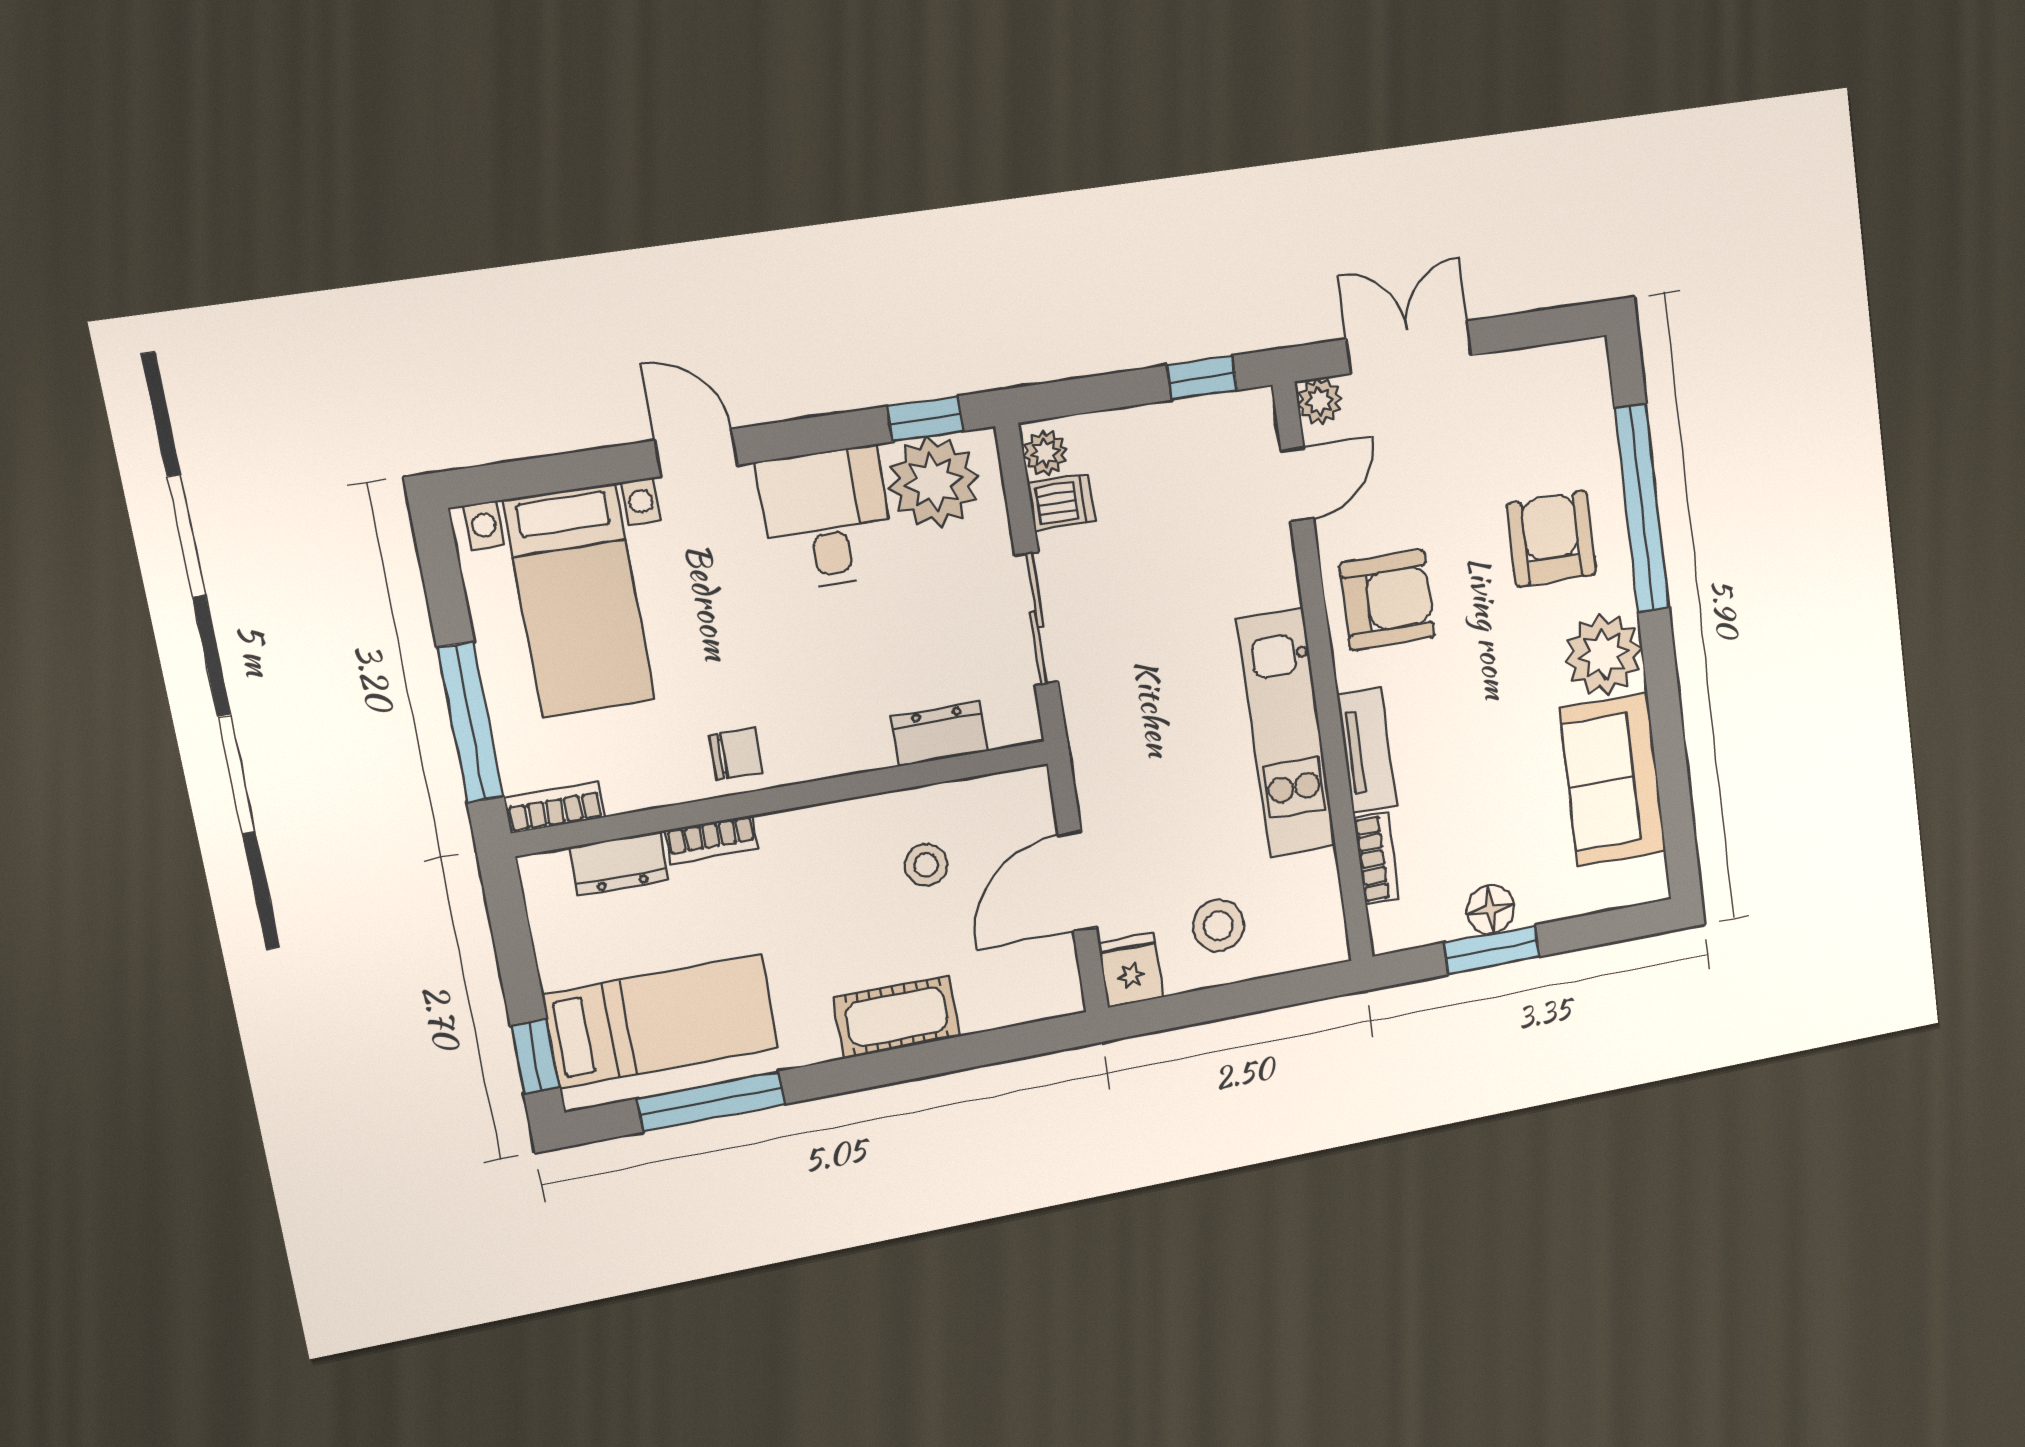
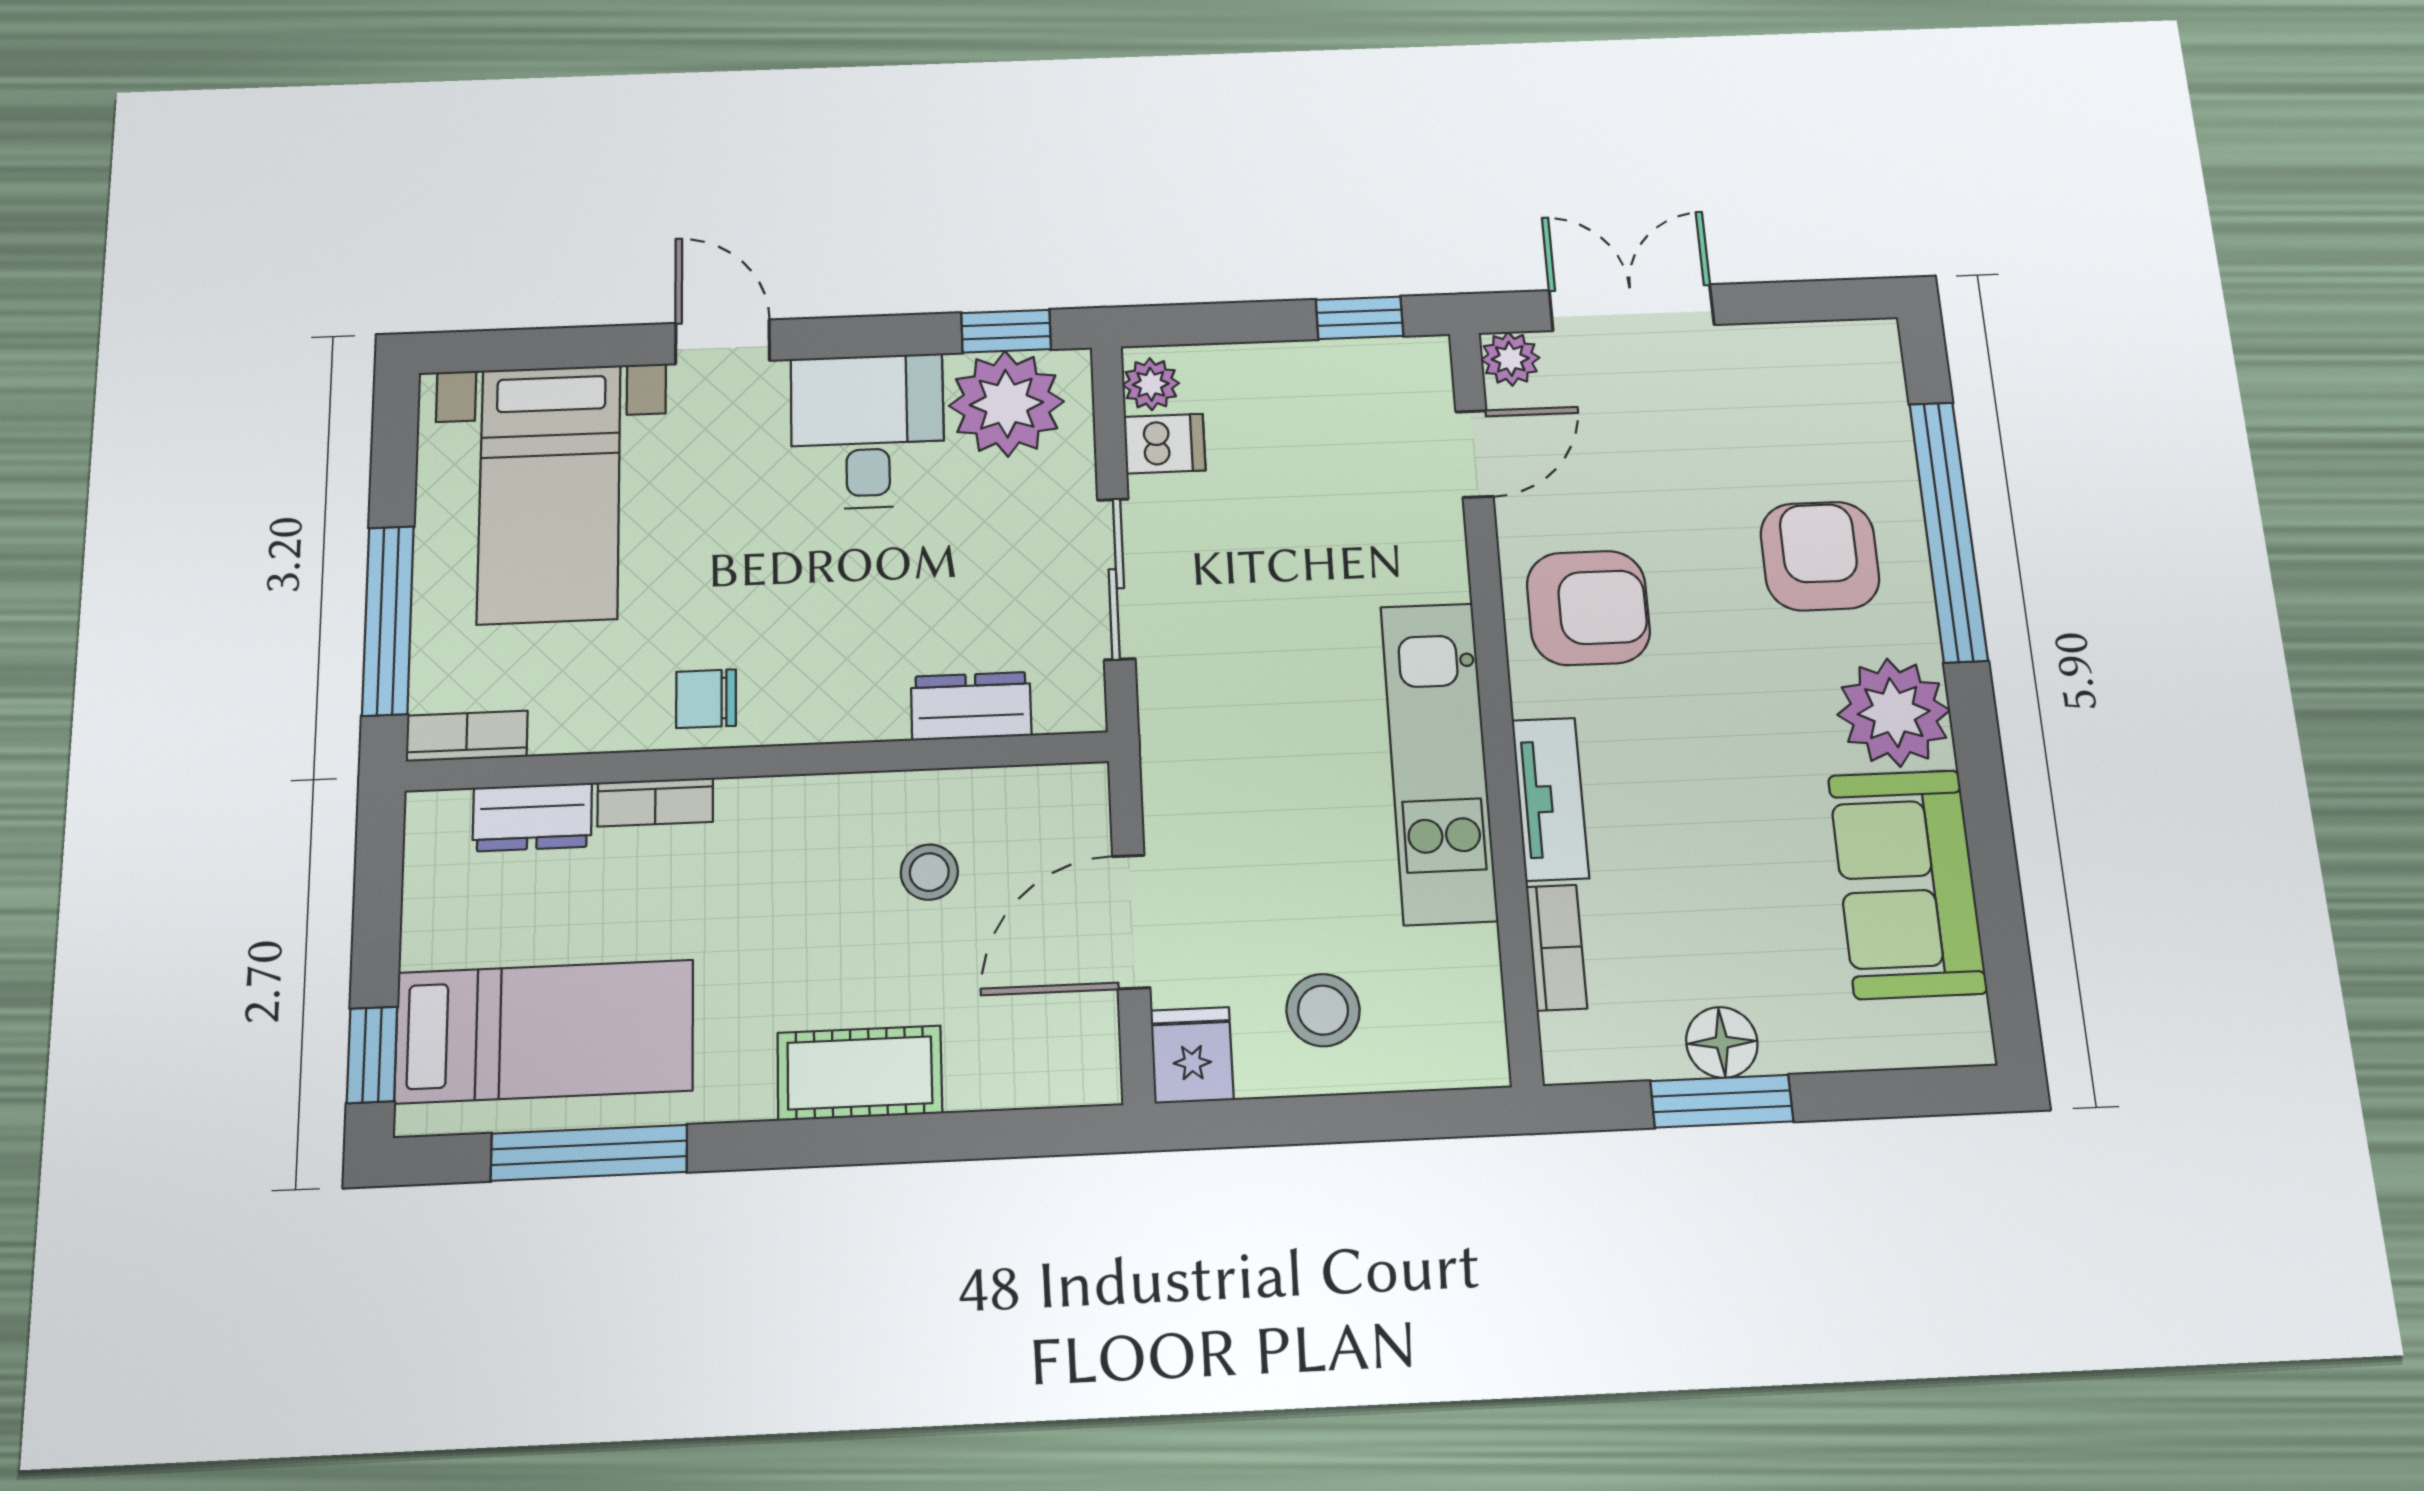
chair: (736, 754) -> (706, 699), turned 180

